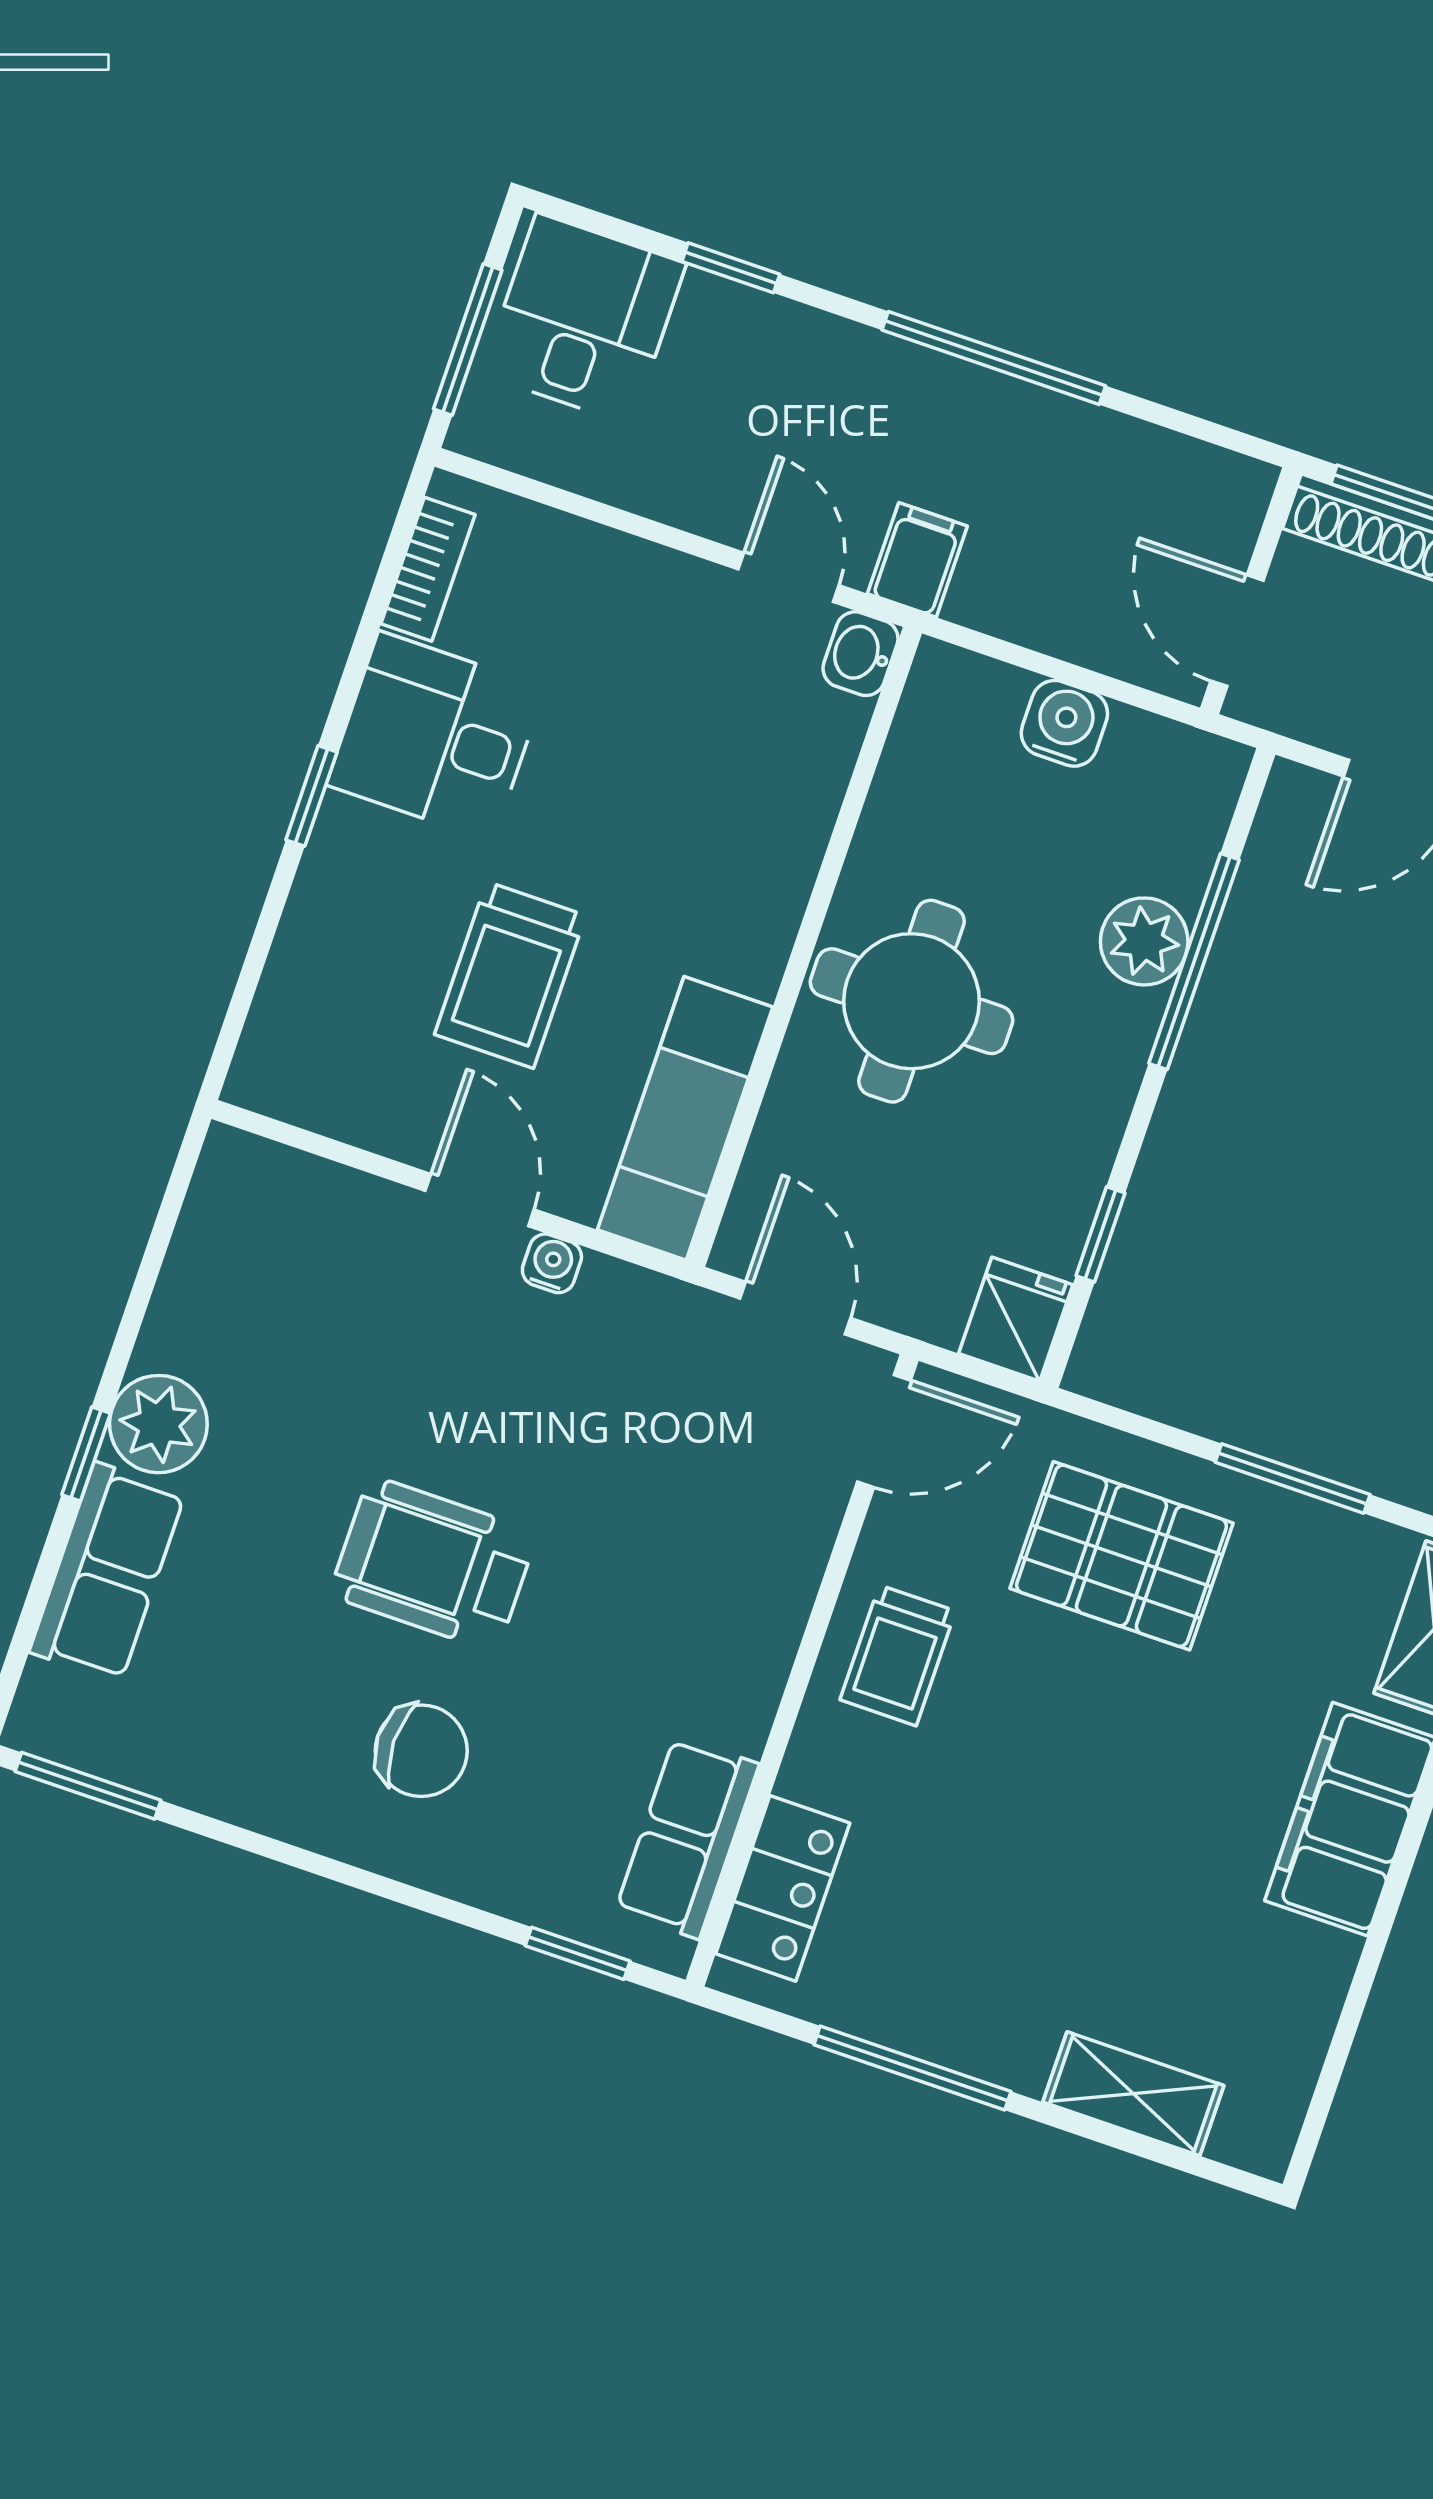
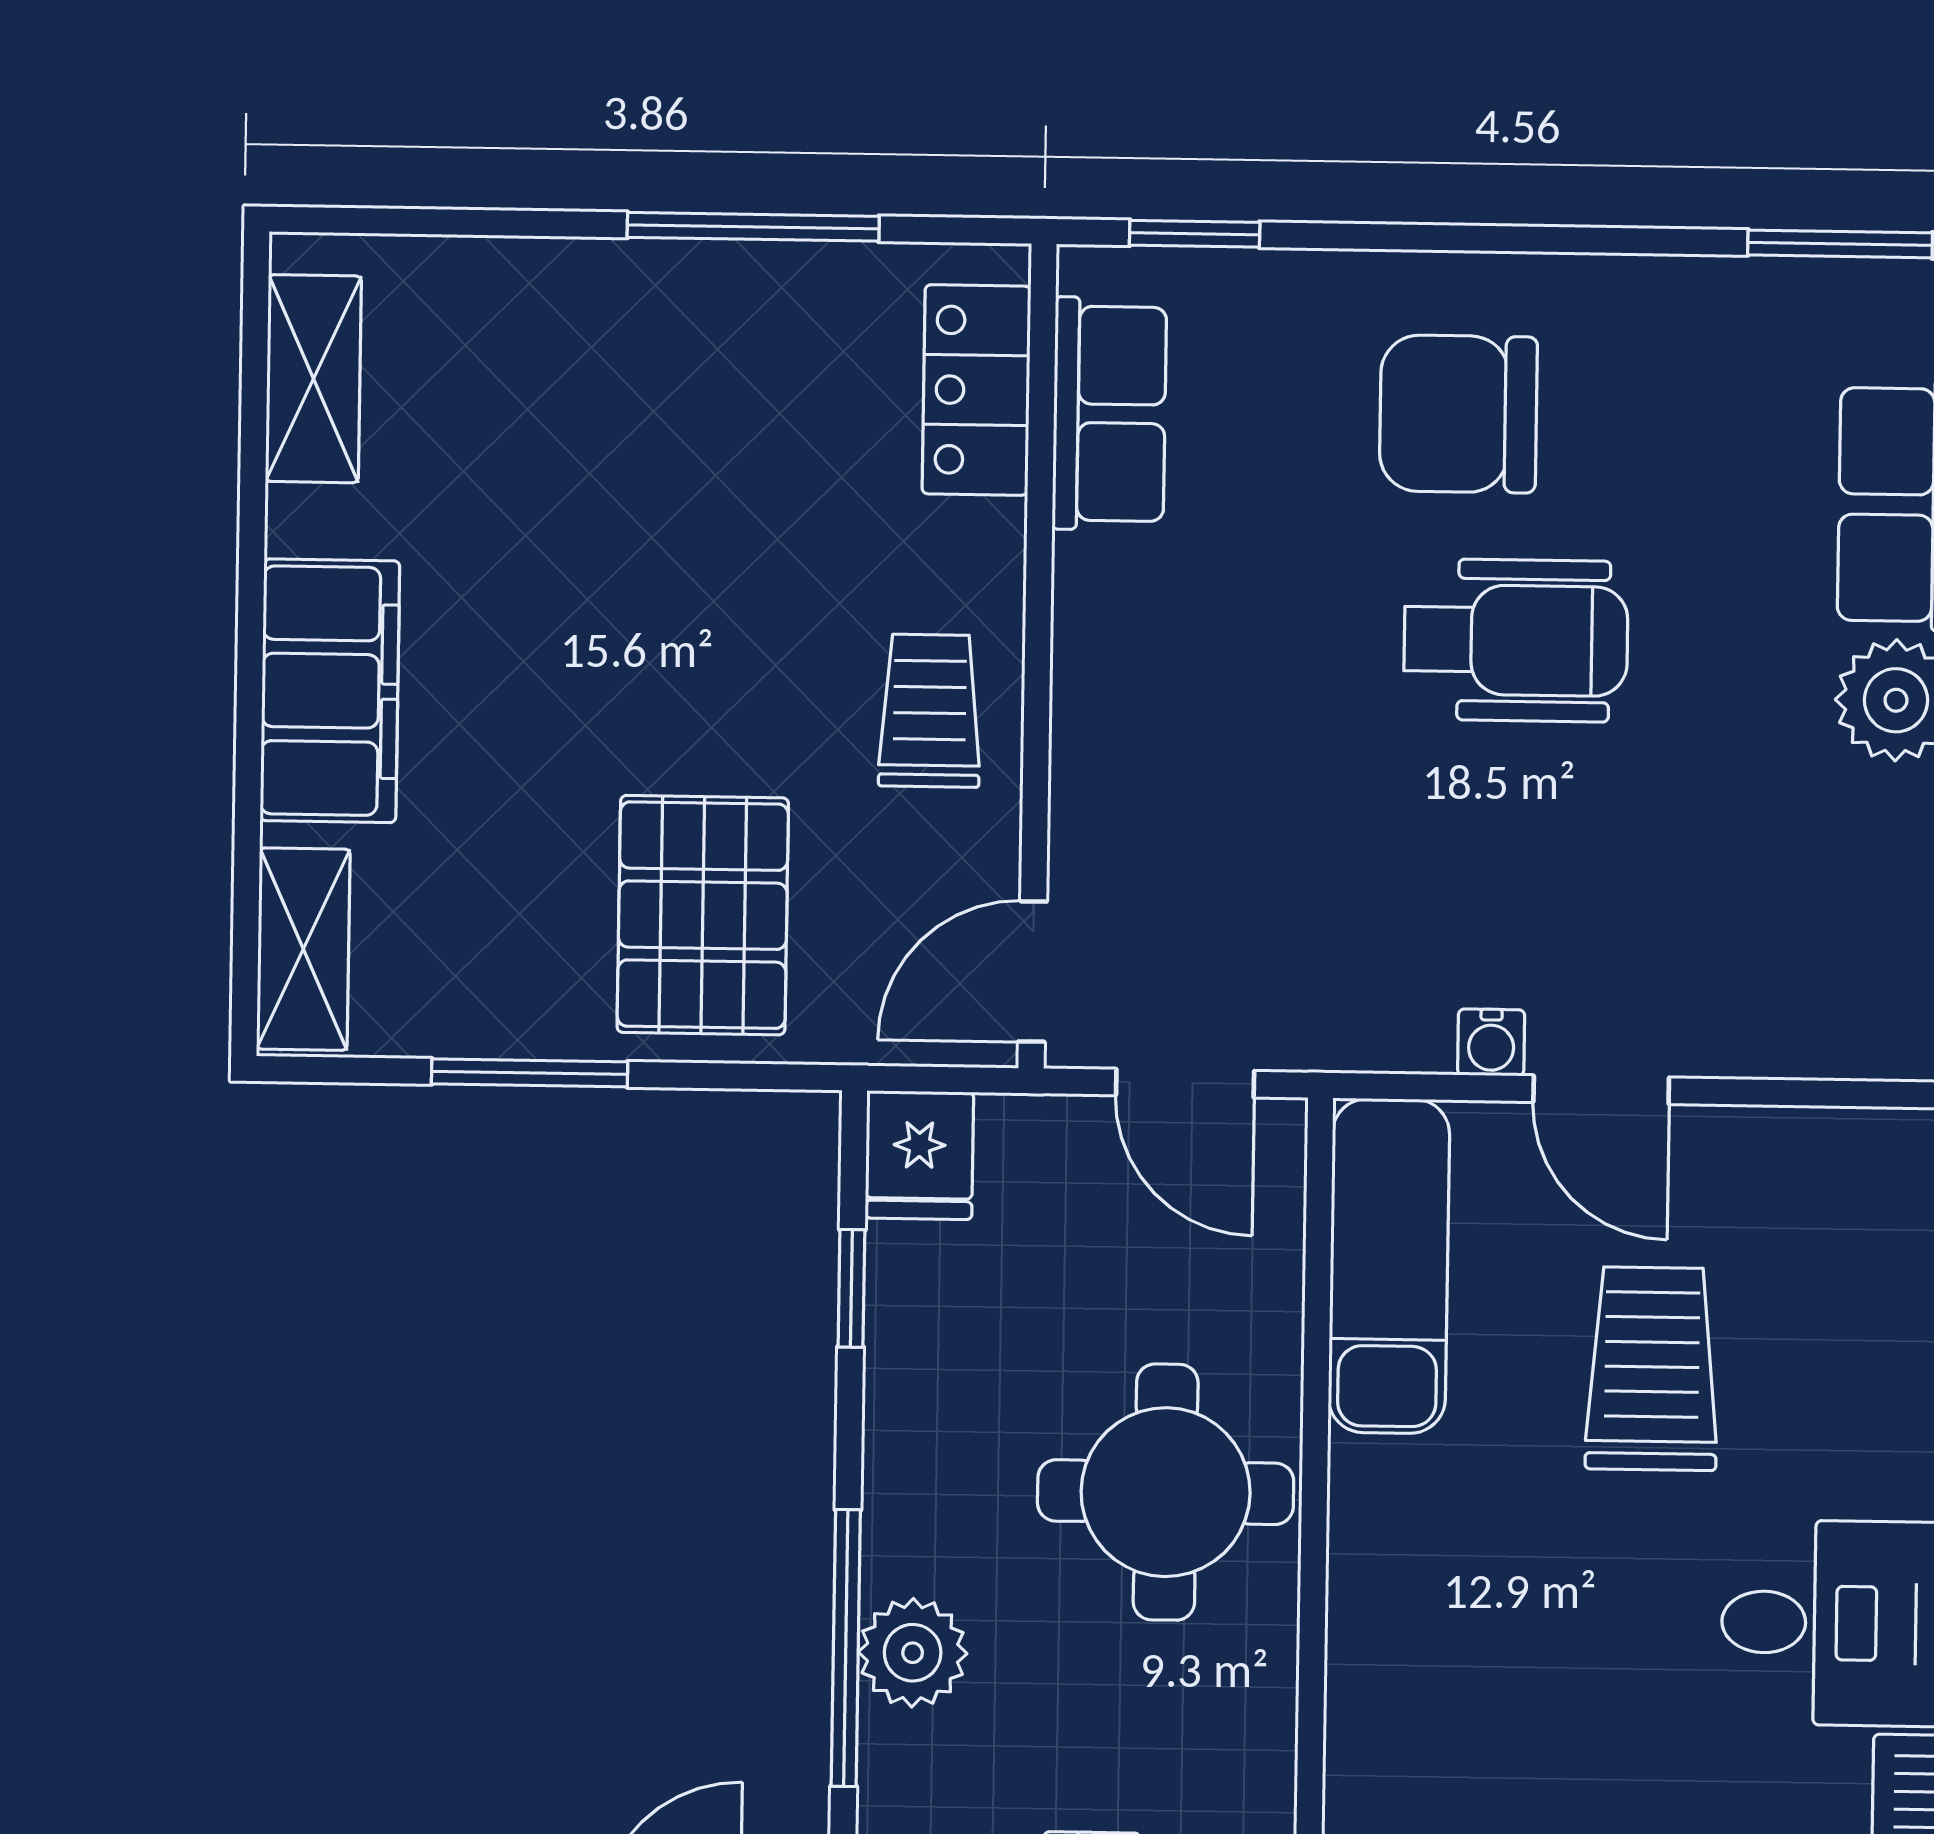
pallet: (1121, 1556) -> (703, 915), turned 90
chair: (421, 1751) -> (1458, 414), width x1.37, depth x1.37
shelving: (1133, 2094) -> (313, 379), moved, turned 90

